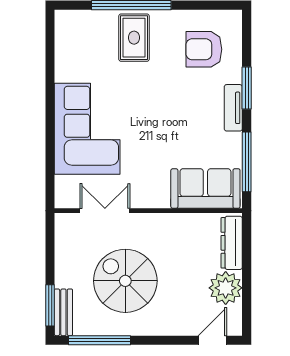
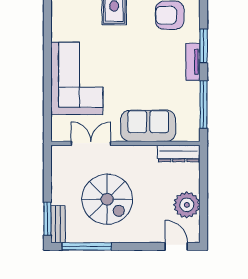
sofa: (205, 188) -> (148, 126), moved
dresser: (232, 243) -> (179, 154), moved, turned -90
spiral stairs: (125, 281) -> (107, 199), turned 180
door: (212, 340) -> (176, 246), hinge flipped

